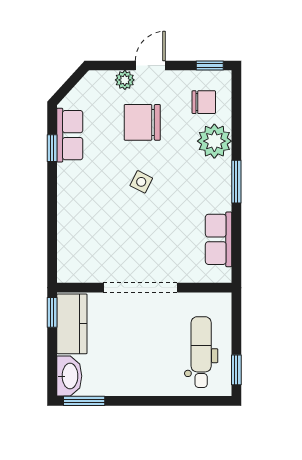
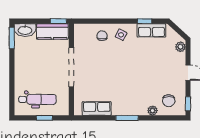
plant: (125, 80) -> (180, 47), moved
chair: (142, 122) -> (102, 36), moved, width x0.54, depth x0.54
plant: (214, 141) -> (153, 111), width x0.53, depth x0.53
side table: (141, 182) -> (121, 35), moved
window: (236, 370) -> (44, 118), moved

